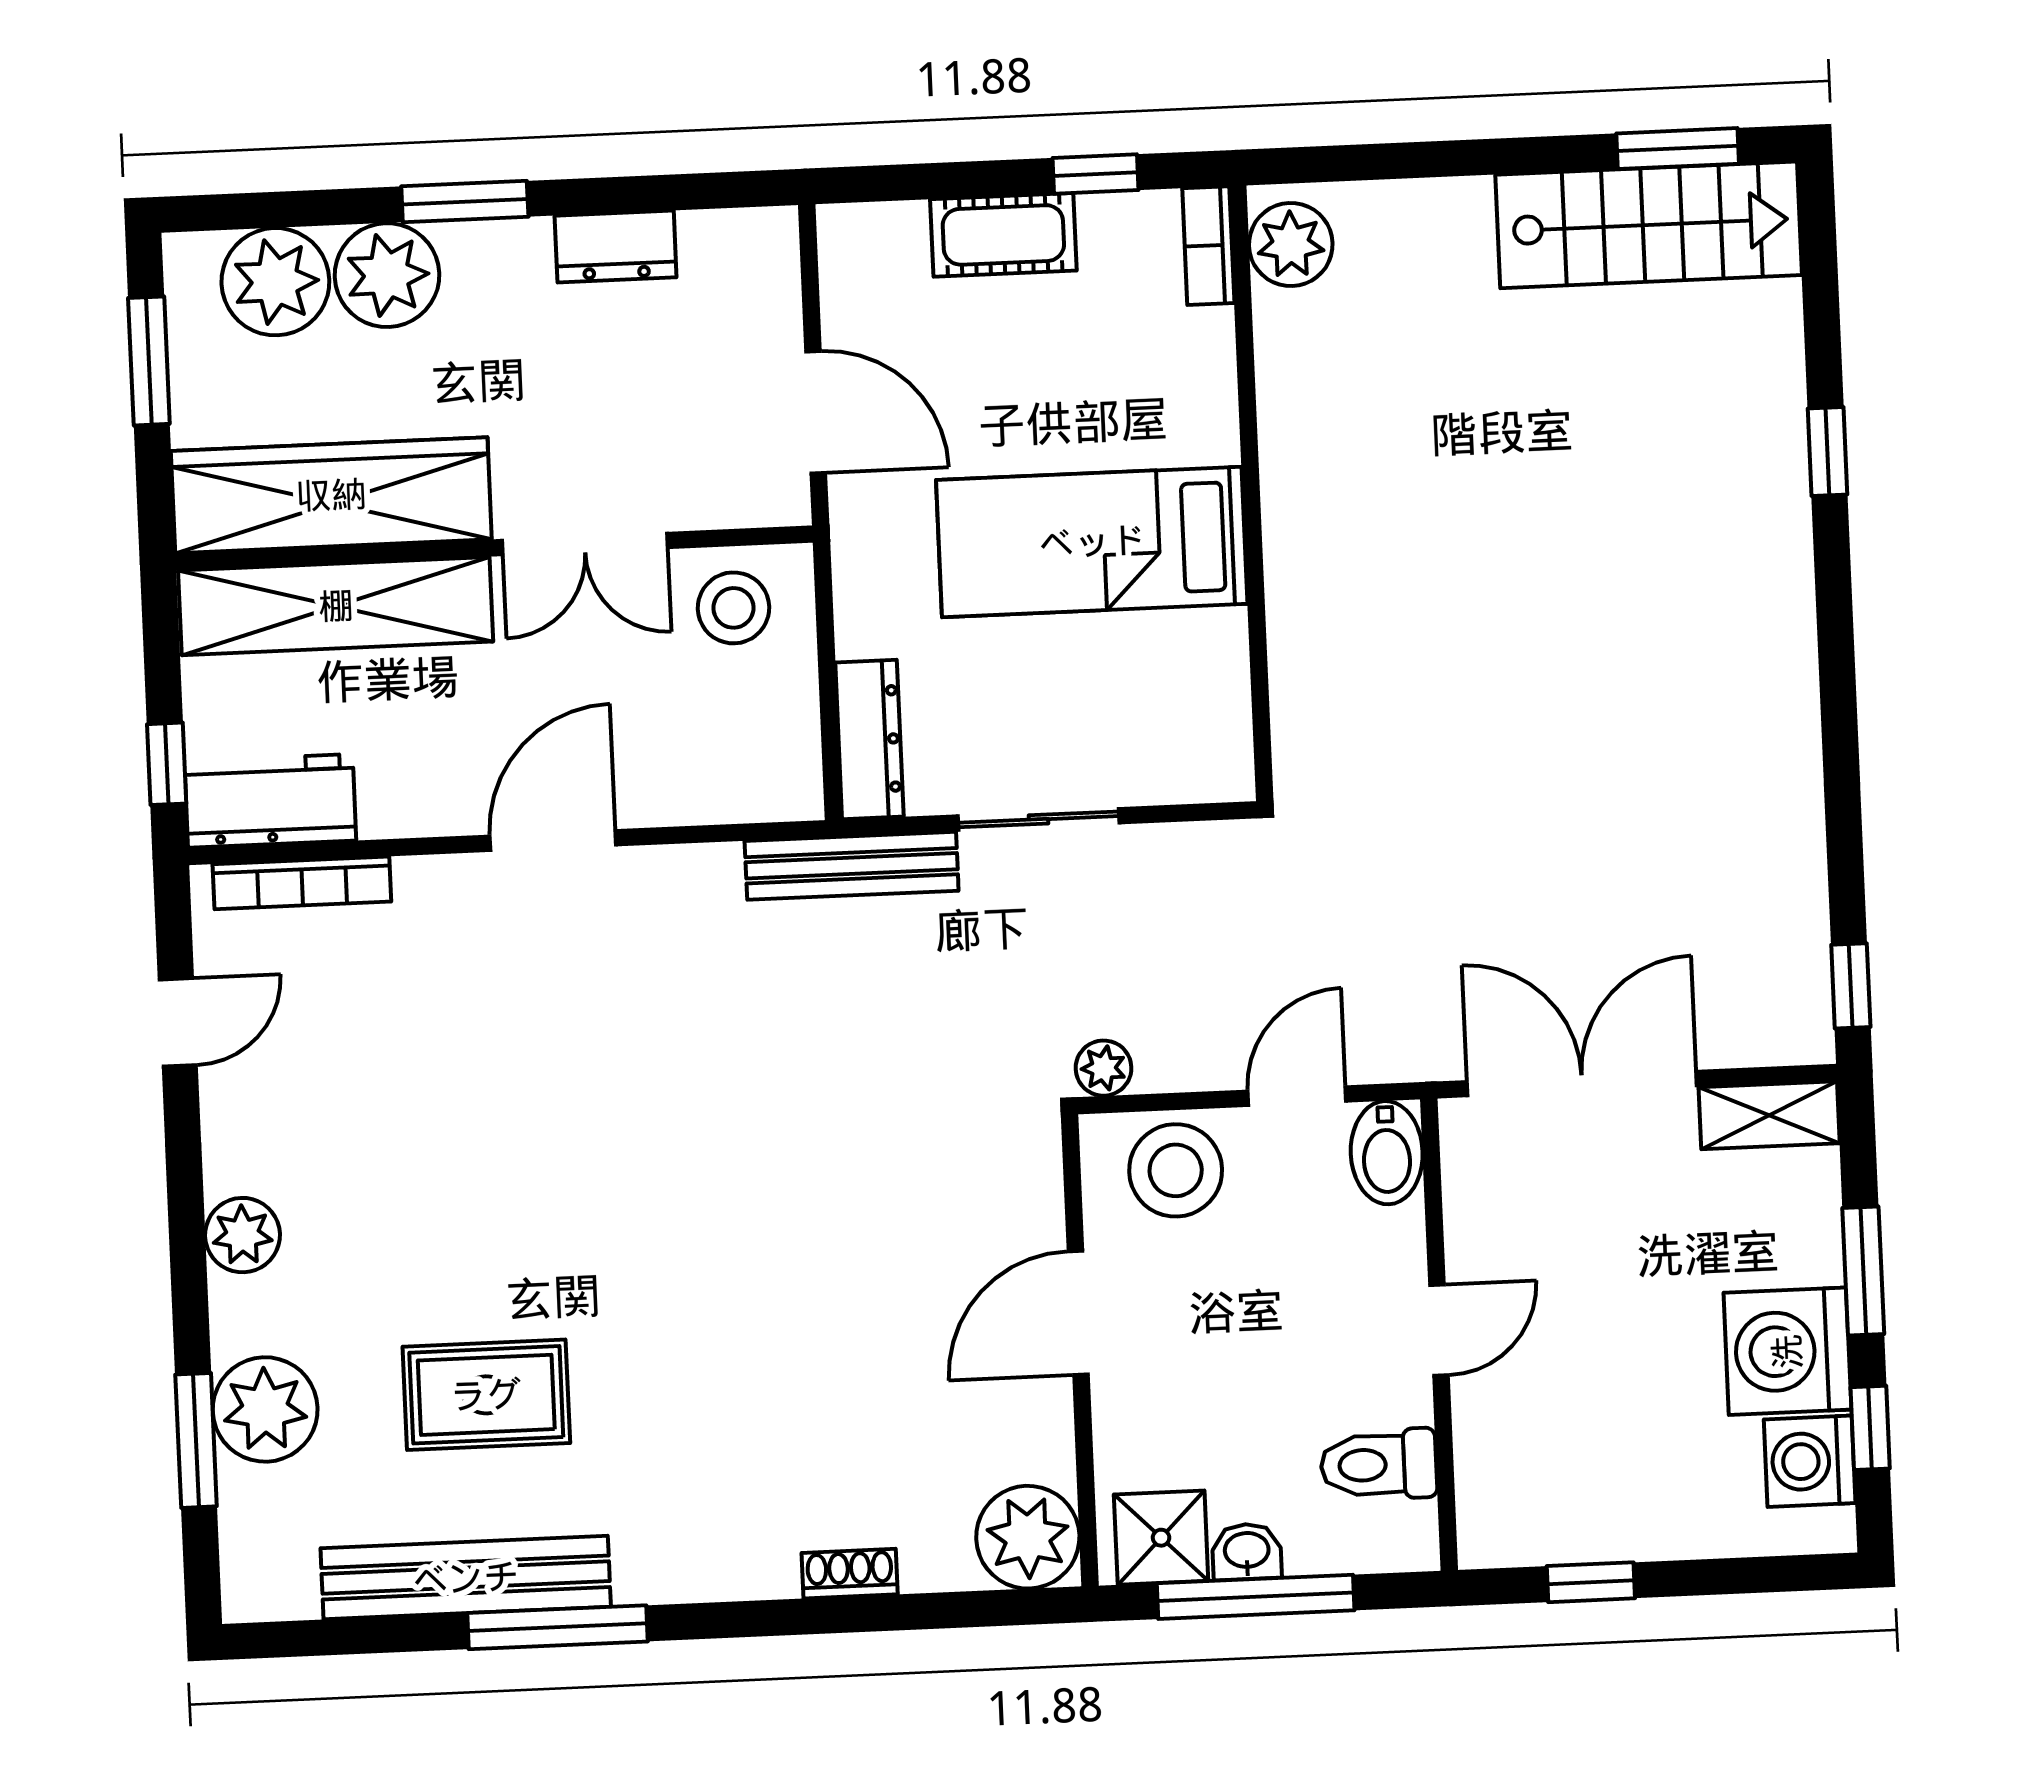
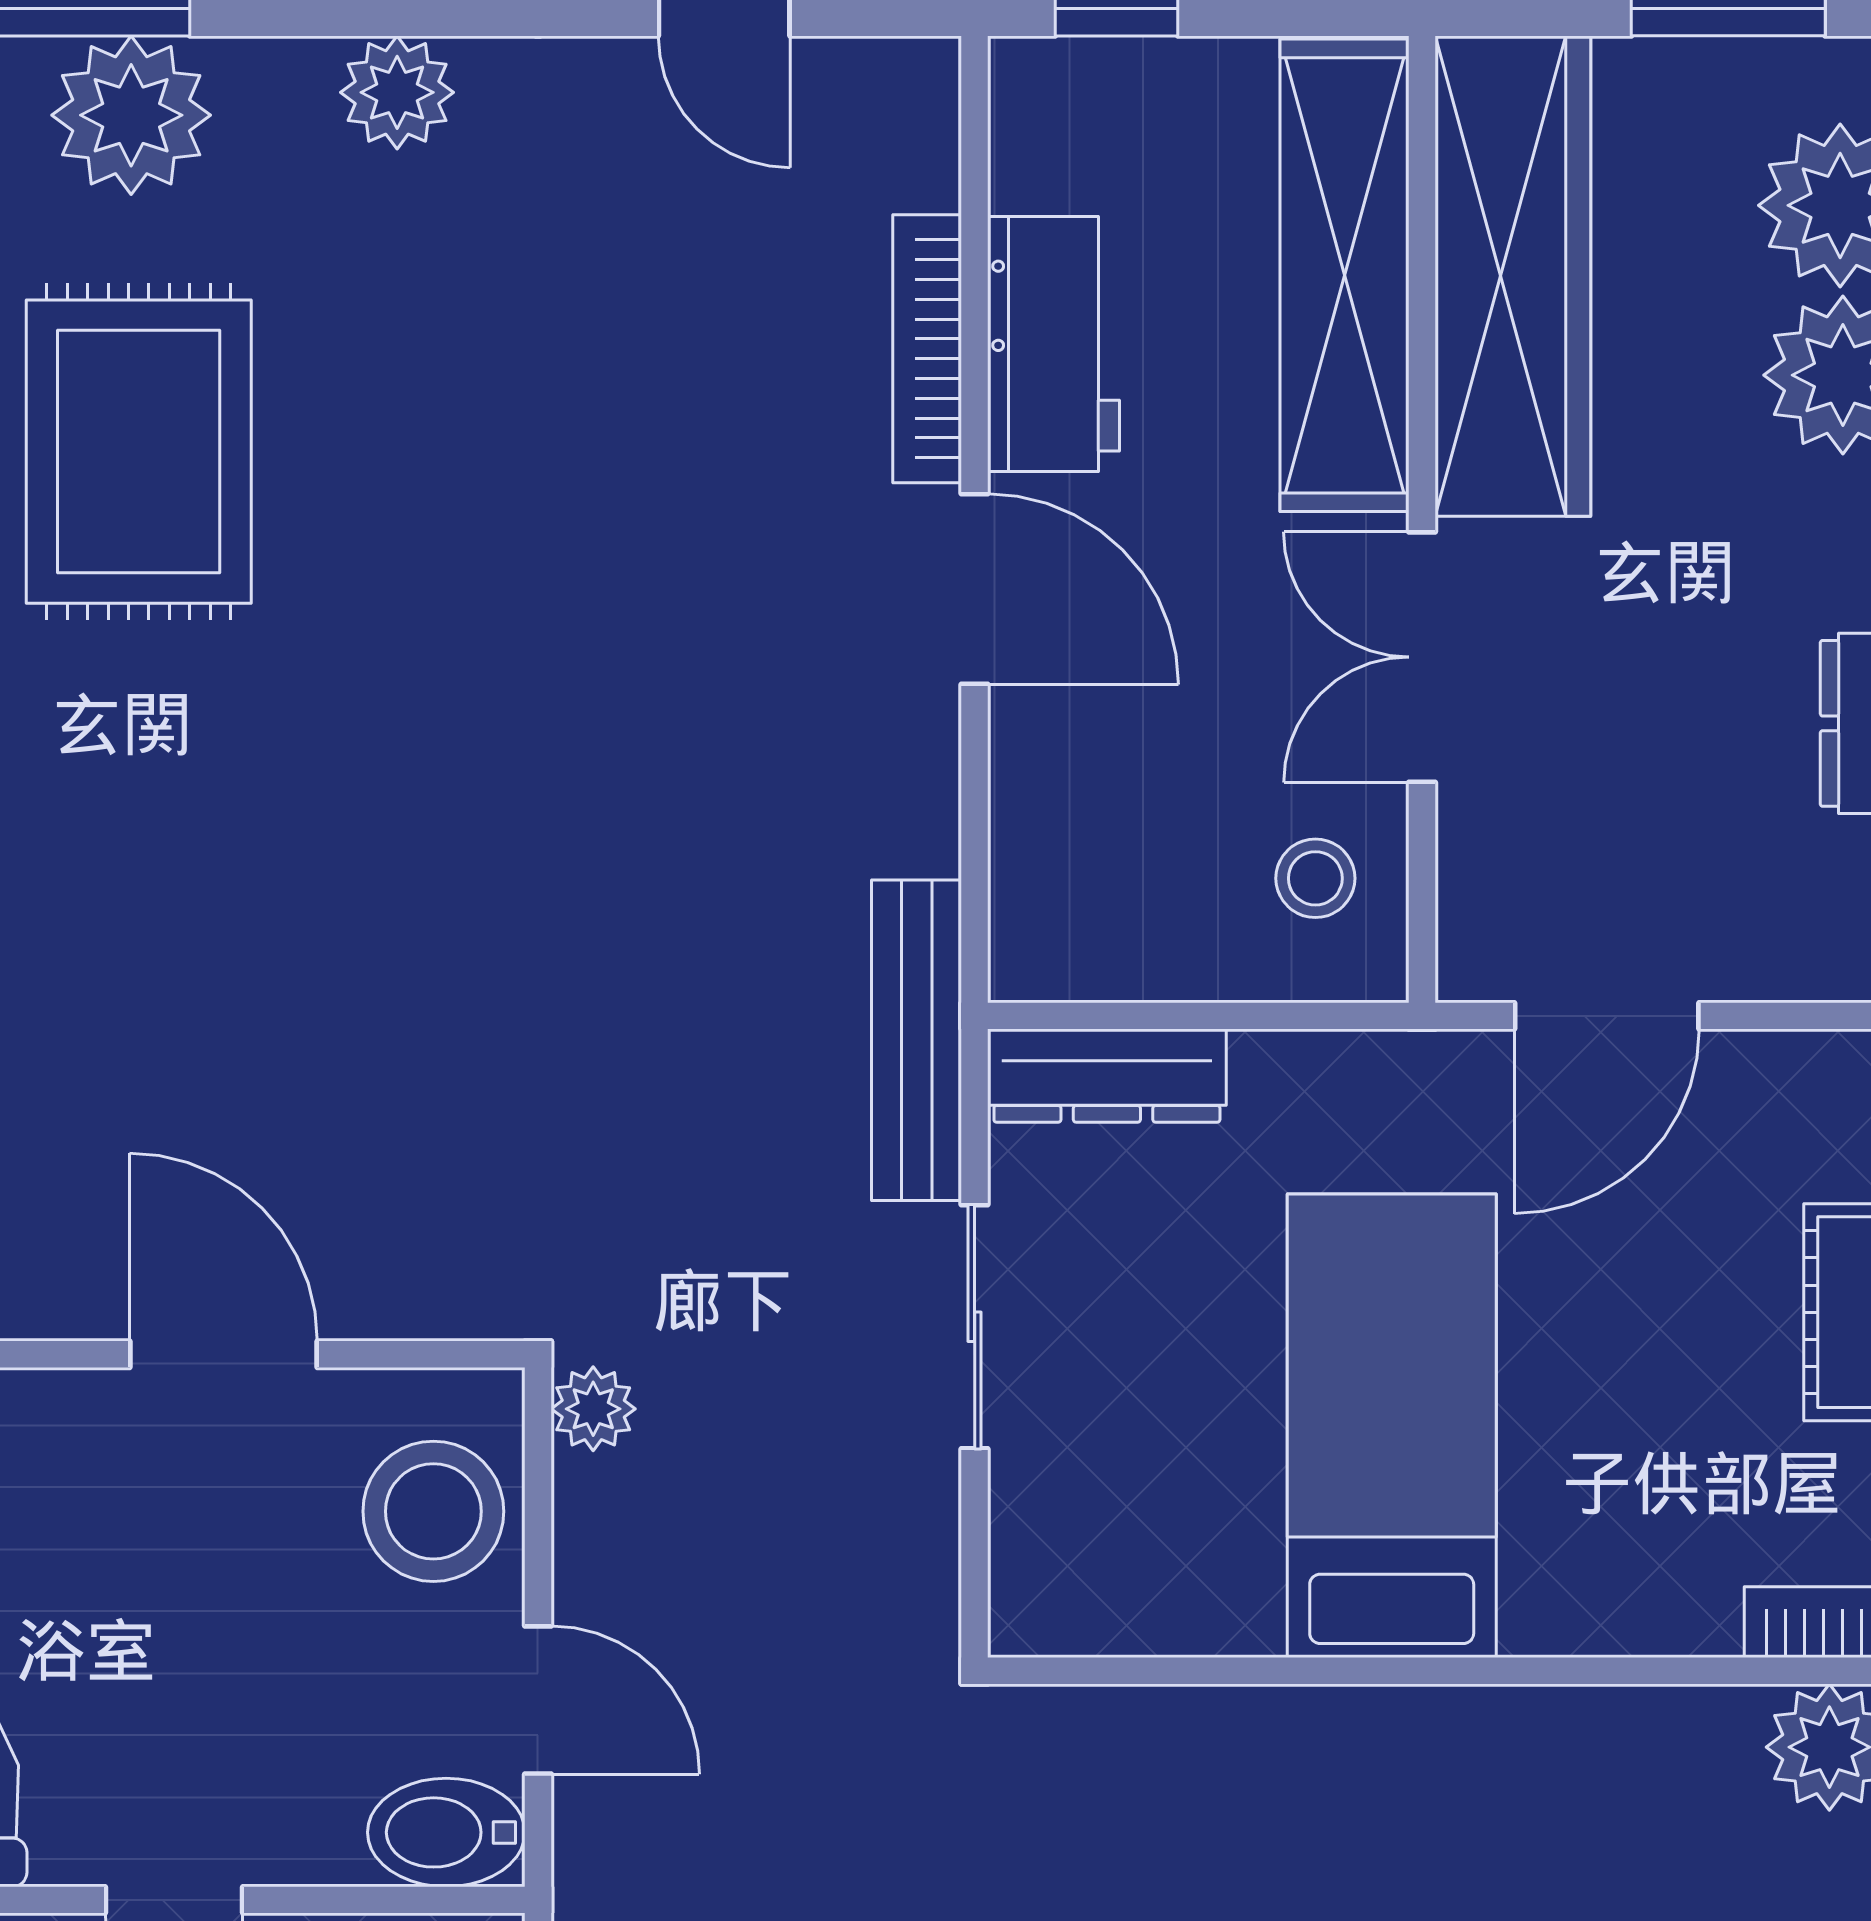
stool: (734, 608) -> (1315, 878), width x0.73, depth x0.73
workbench: (270, 801) -> (1054, 344), moved
bookcase: (302, 883) -> (927, 349), moved
rug: (486, 1395) -> (139, 452), width x1.36, depth x1.43

